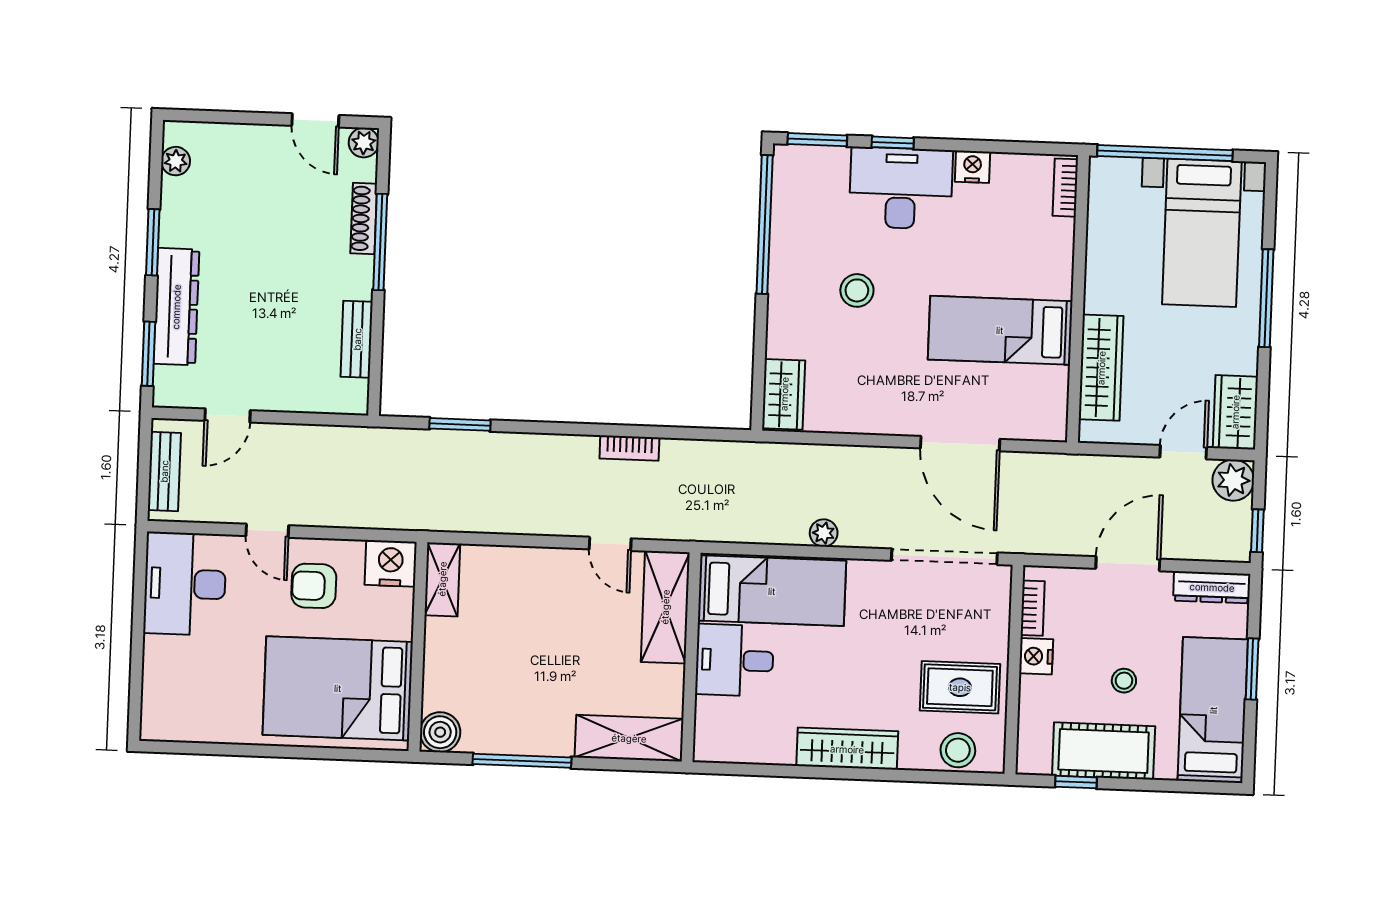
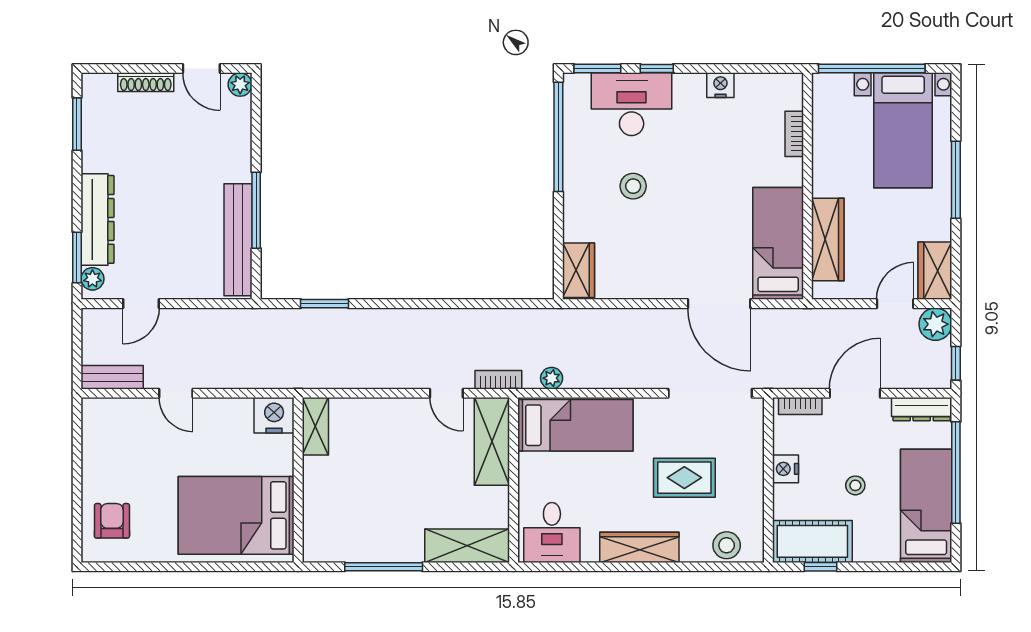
plant: (176, 161) -> (92, 279), moved
desk: (901, 188) -> (632, 104), moved
bookcase: (1065, 188) -> (794, 134), moved
shoe rack: (364, 219) -> (146, 82), moved, turned -90
window: (153, 242) -> (77, 124), moved
window: (380, 242) -> (256, 210), moved
bed: (1000, 330) -> (778, 243), moved, turned 90
bench: (357, 339) -> (238, 240), width x1.86, depth x1.21
bookcase: (629, 448) -> (498, 380), moved, turned 180
bench: (164, 471) -> (112, 377), moved, turned 90
plant: (824, 533) -> (552, 378), moved
desk: (185, 584) -> (113, 438), removed
armchair: (314, 586) -> (112, 521), moved, turned 90
bookcase: (1033, 608) -> (800, 406), moved, turned 90
desk: (735, 660) -> (552, 532), moved, turned -90
window: (1252, 669) -> (956, 472), width x2.11
rug: (960, 687) -> (684, 478), moved
boiler: (440, 732) -> (318, 547), removed
cot: (1104, 751) -> (812, 541), moved

